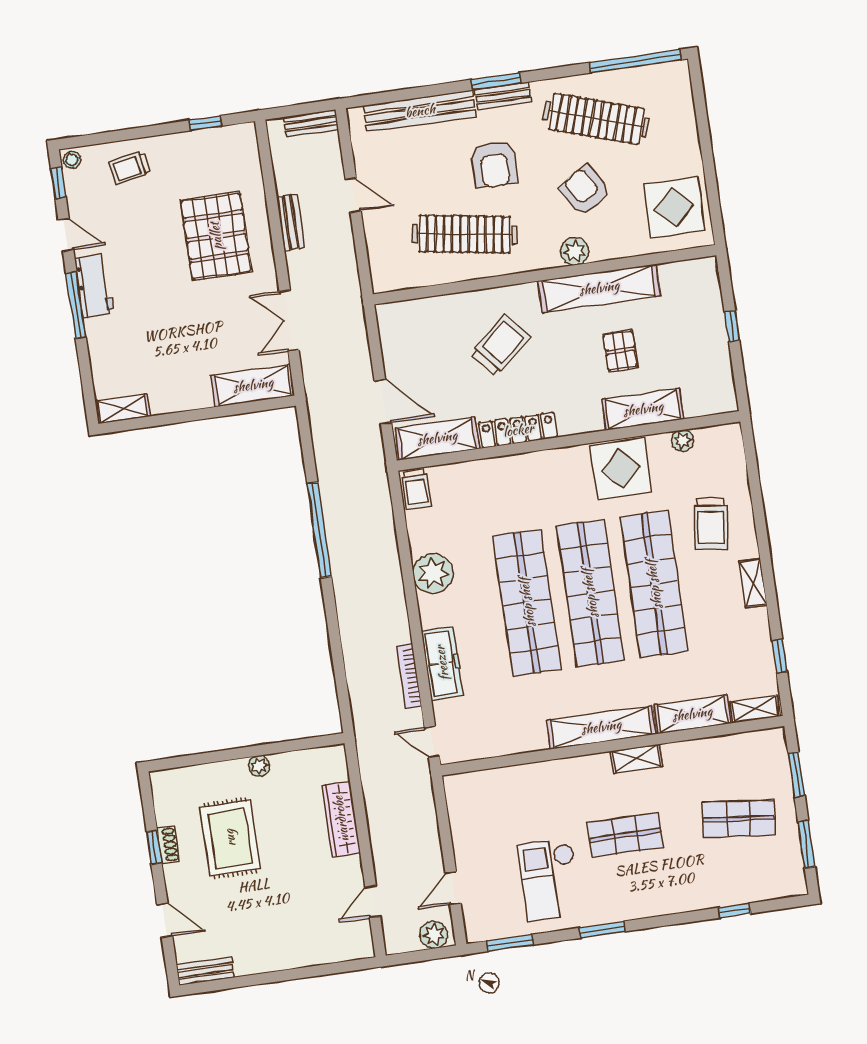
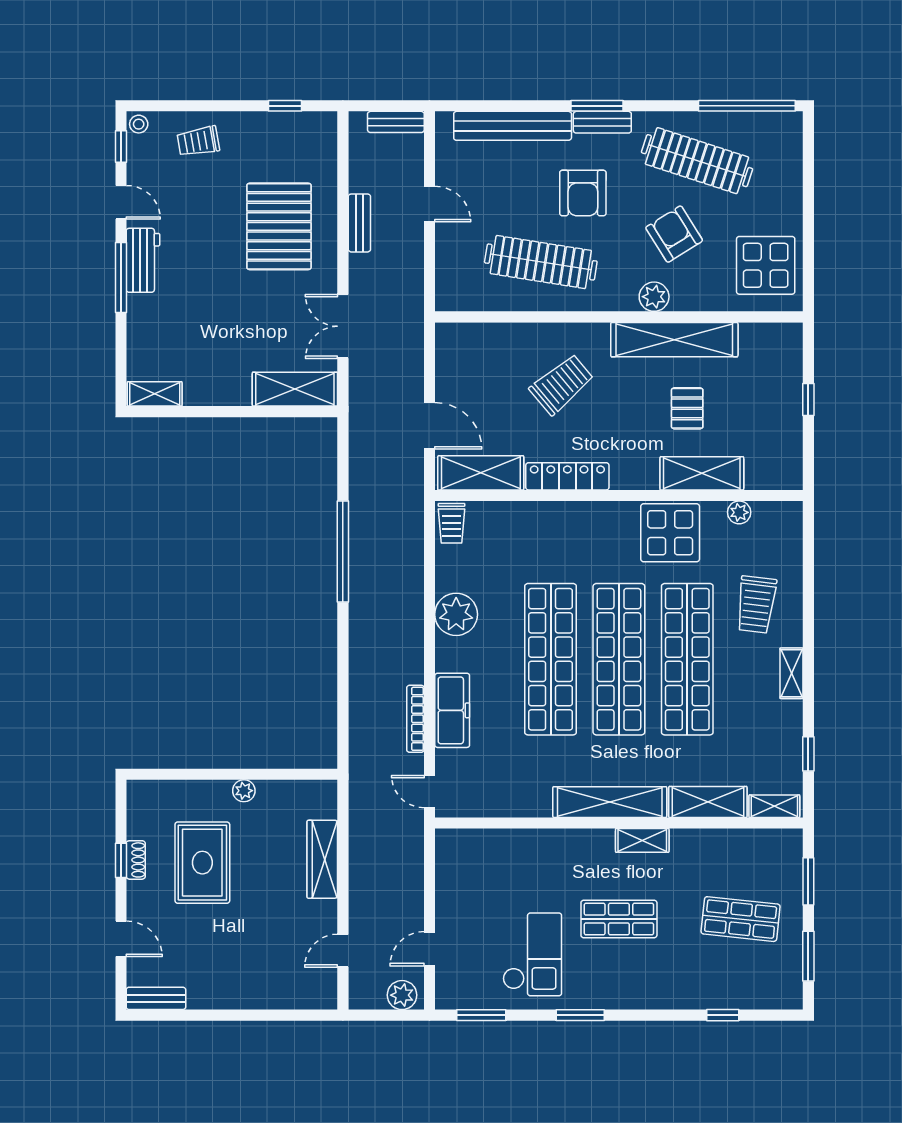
checkout: (549, 880) -> (532, 954), turned 180

